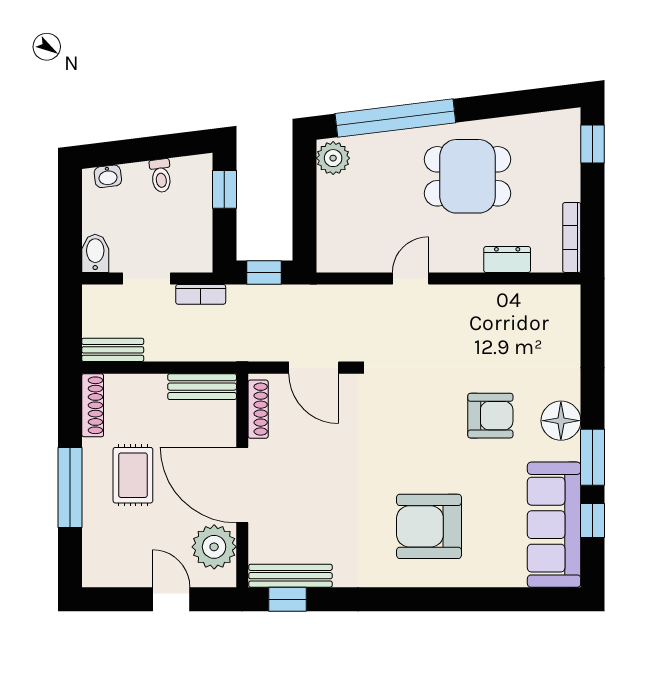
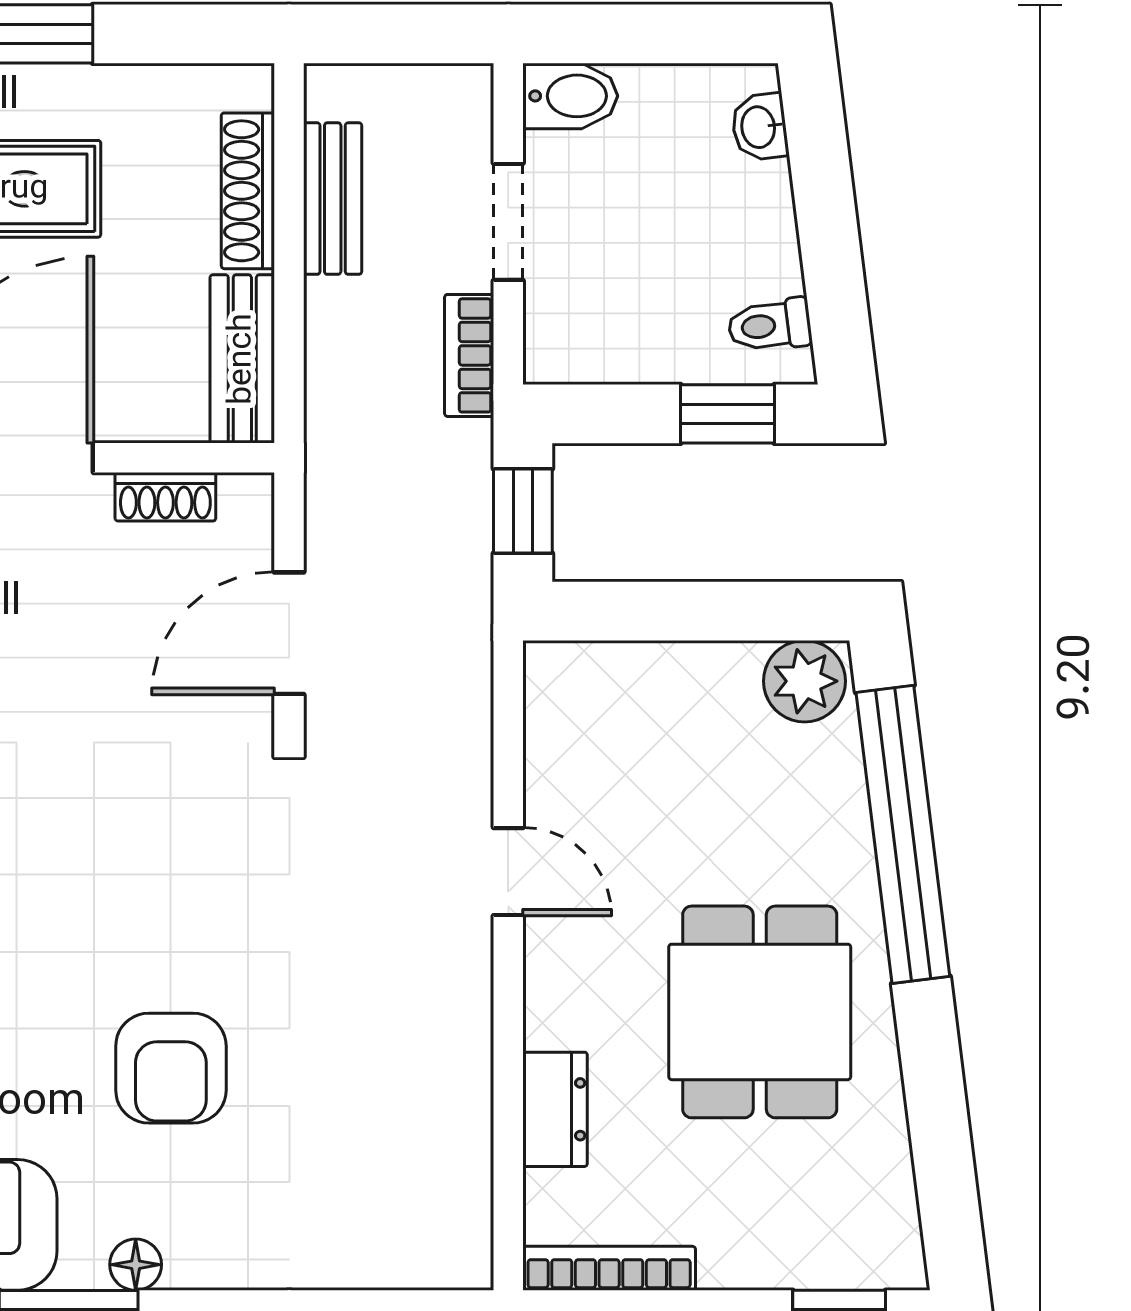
toilet: (161, 176) -> (770, 325), moved
bench: (113, 350) -> (333, 199), moved
shoe rack: (93, 405) -> (248, 191), moved, turned 90
shoe rack: (258, 409) -> (165, 497), width x0.70
floor lamp: (561, 421) -> (136, 1265), width x0.53, depth x0.53

